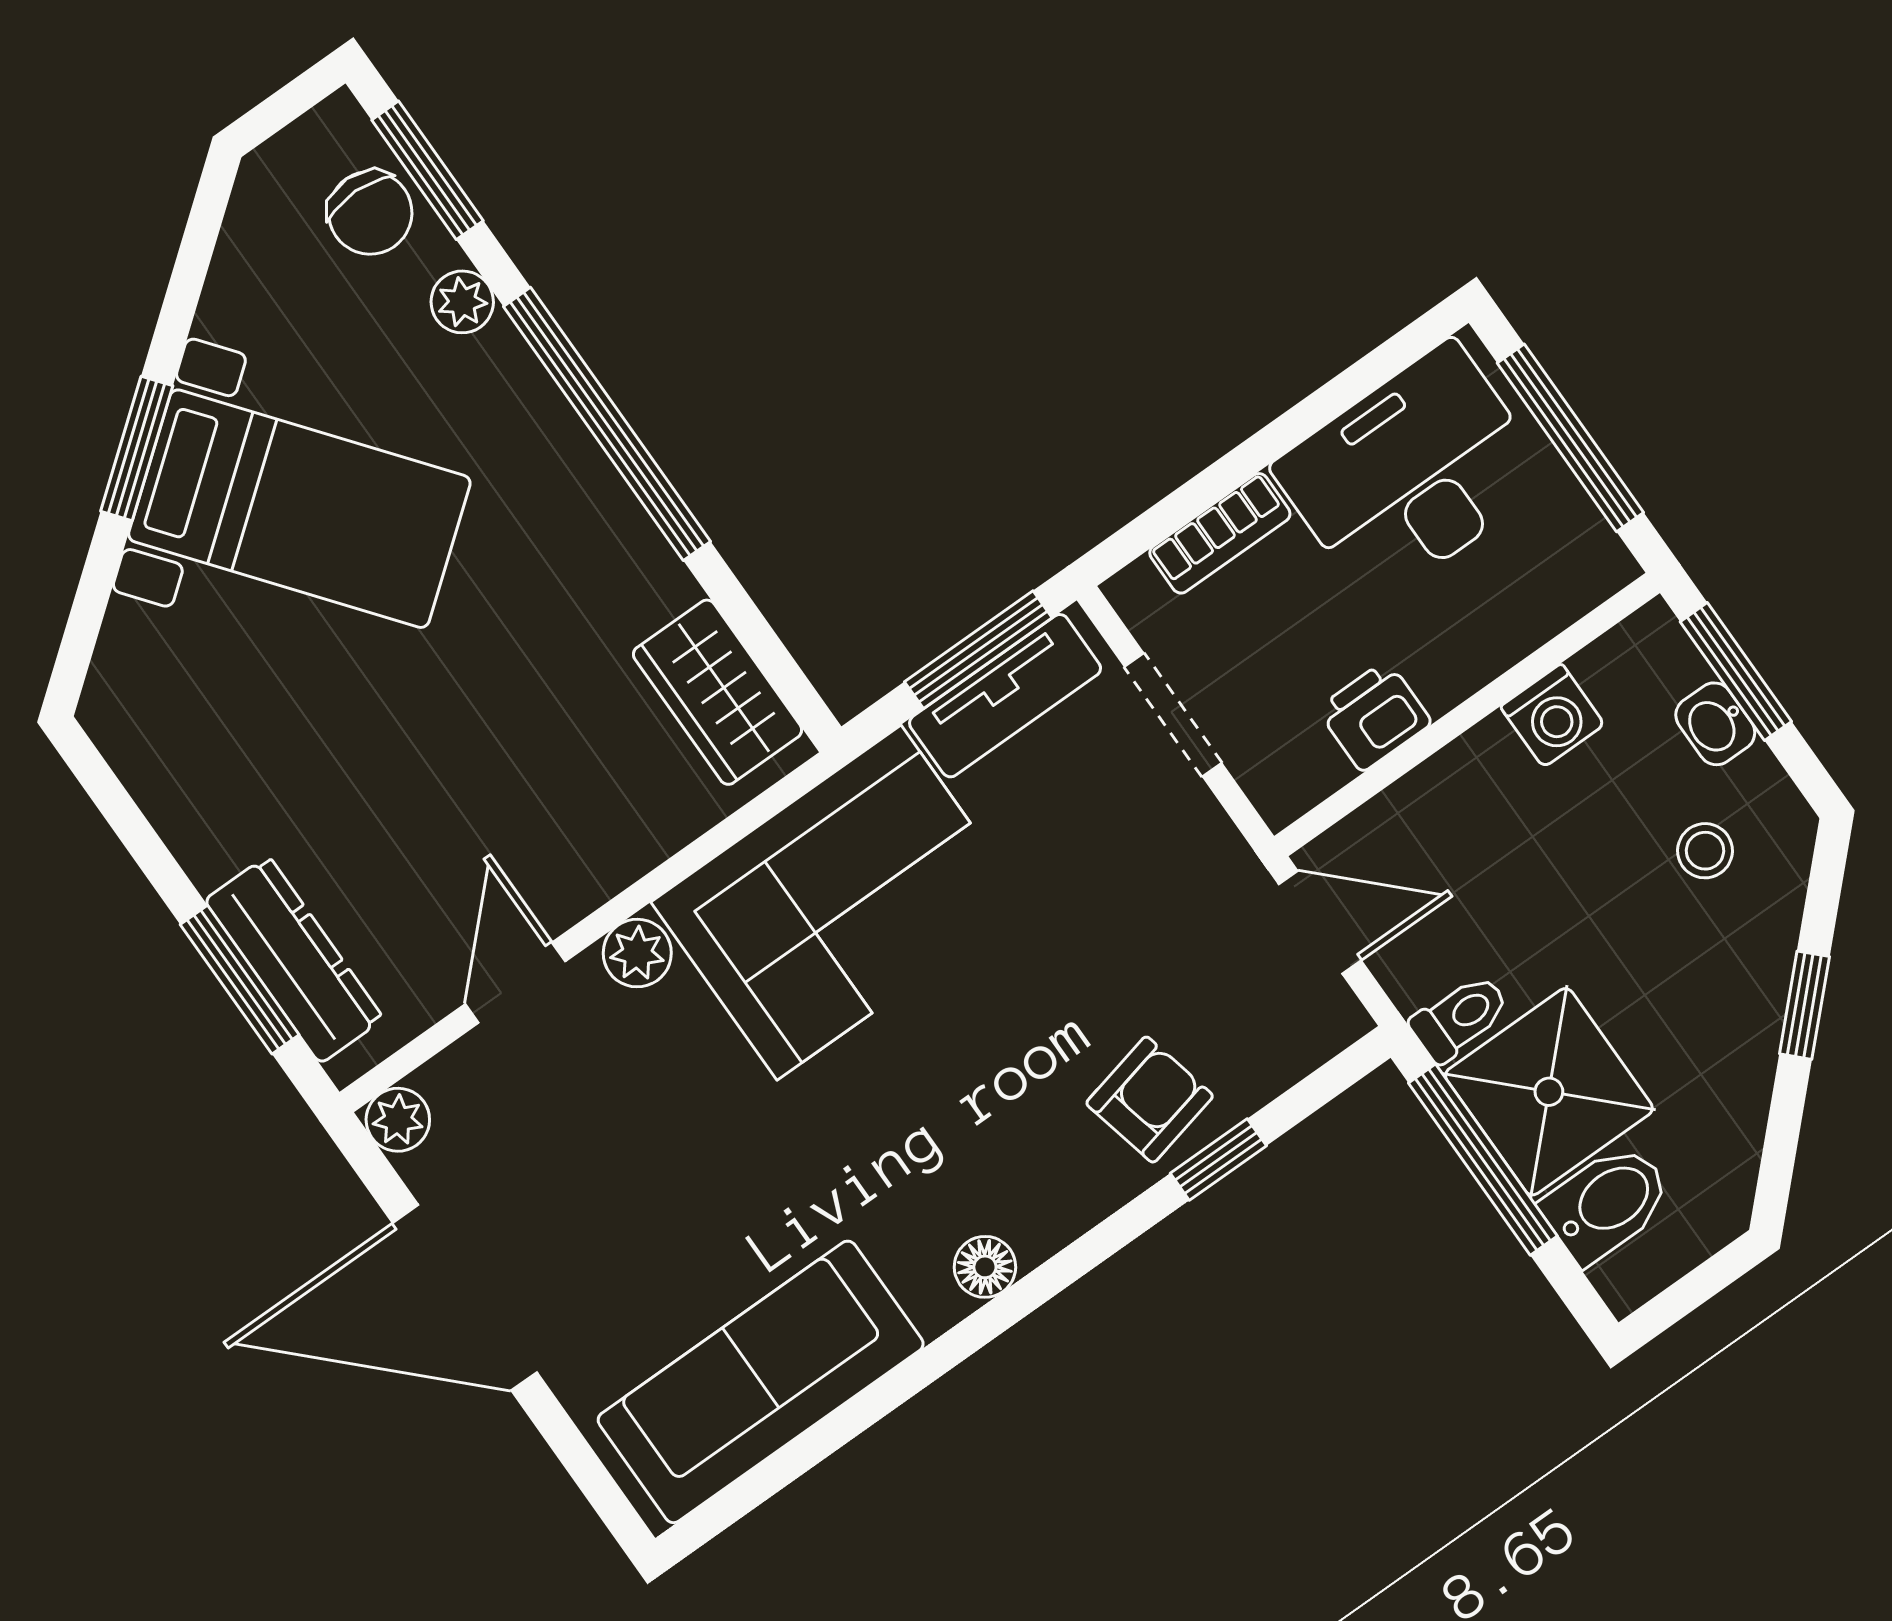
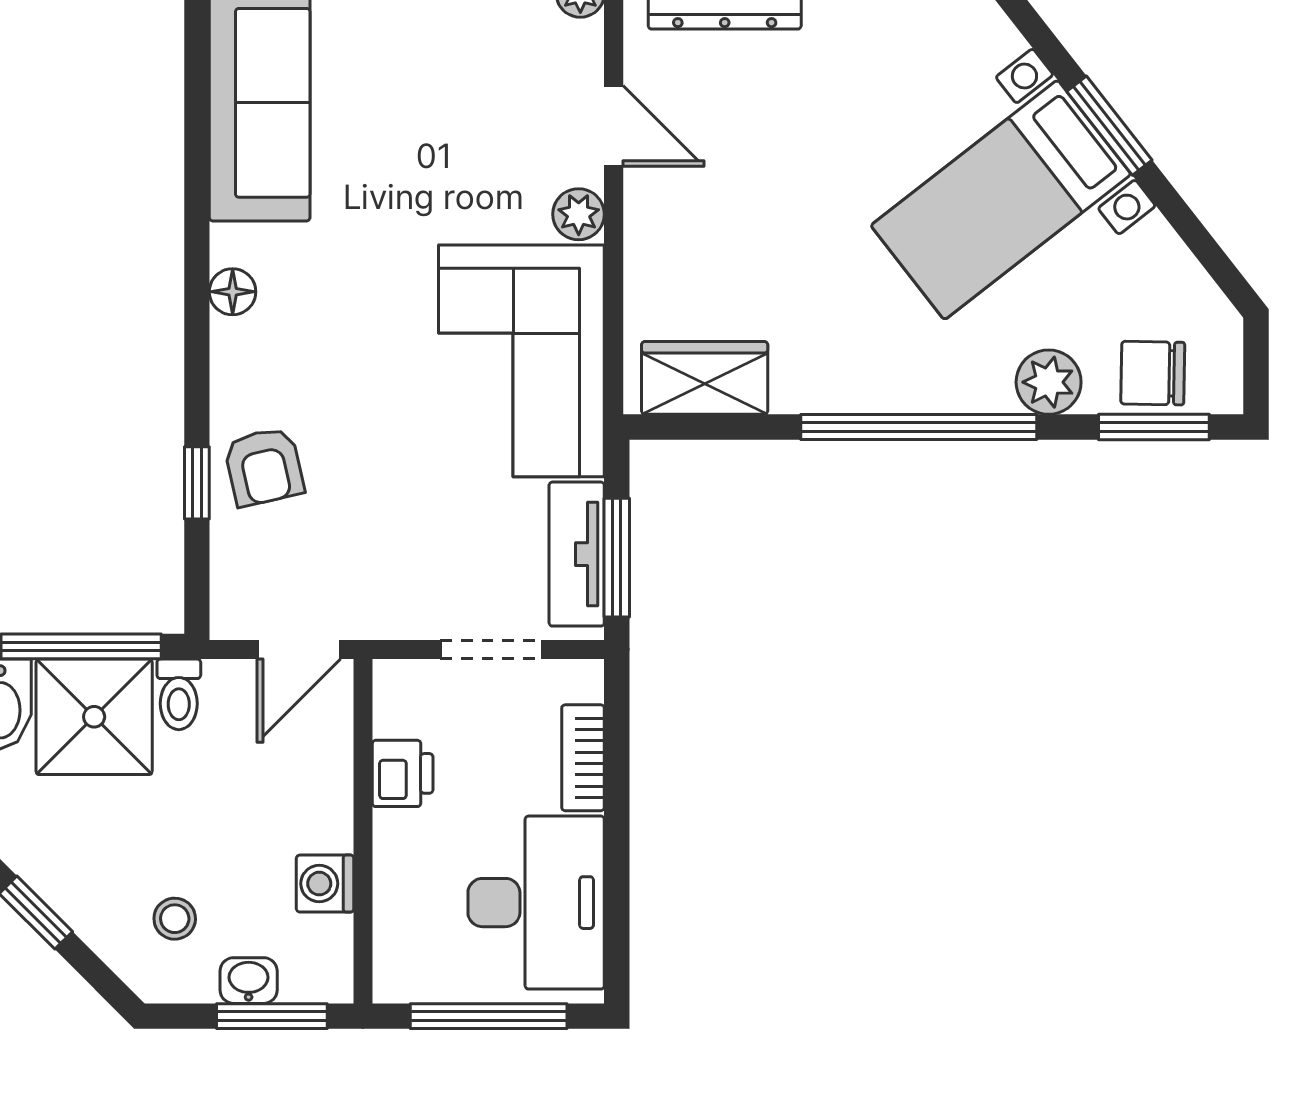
plant: (462, 302) -> (1049, 382), width x1.38, depth x1.38

